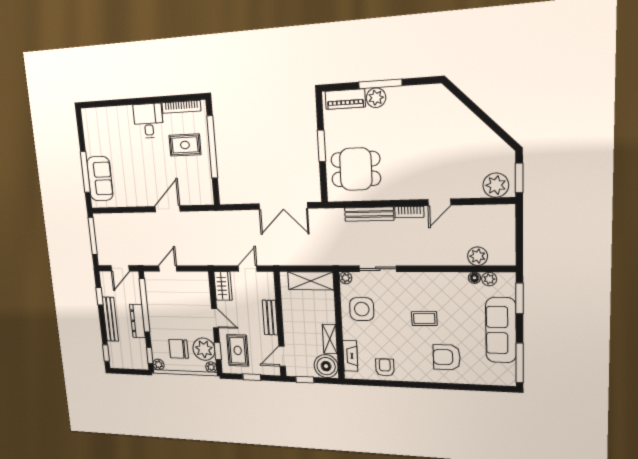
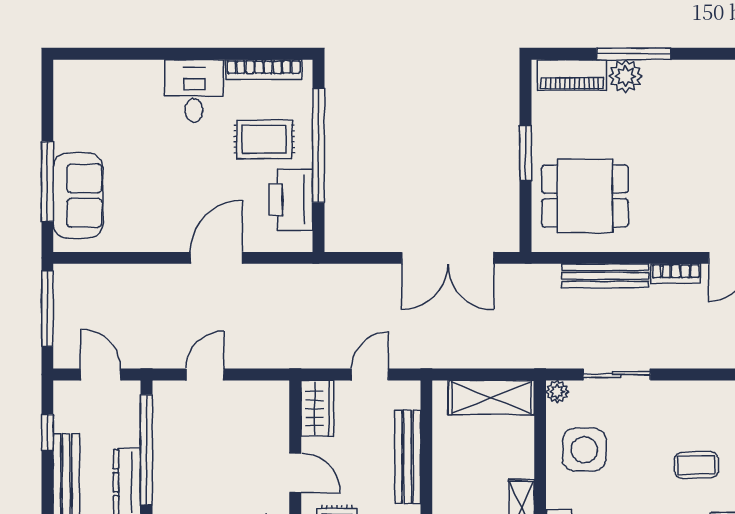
printer: (201, 177) -> (291, 200), added
door: (120, 268) -> (101, 375), swing flipped
bench: (270, 318) -> (408, 457), width x1.36

